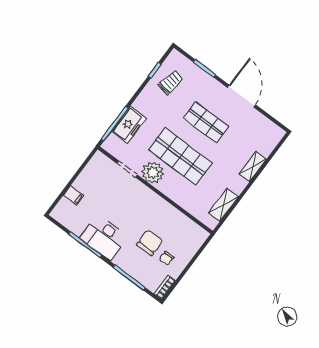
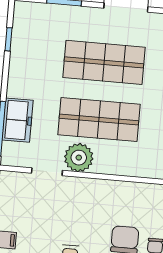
trolley: (171, 82) -> (35, 42), removed
shop shelf: (206, 122) -> (104, 62), width x1.43, depth x1.36

